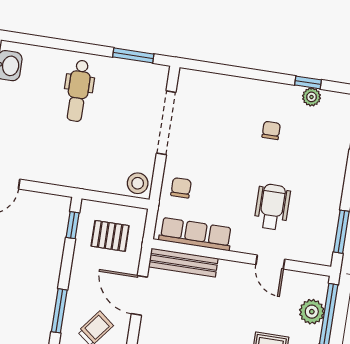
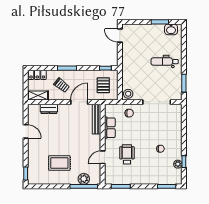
wheelchair: (272, 207) -> (127, 154), turned -90
row of seats: (195, 234) -> (110, 128), width x0.68

